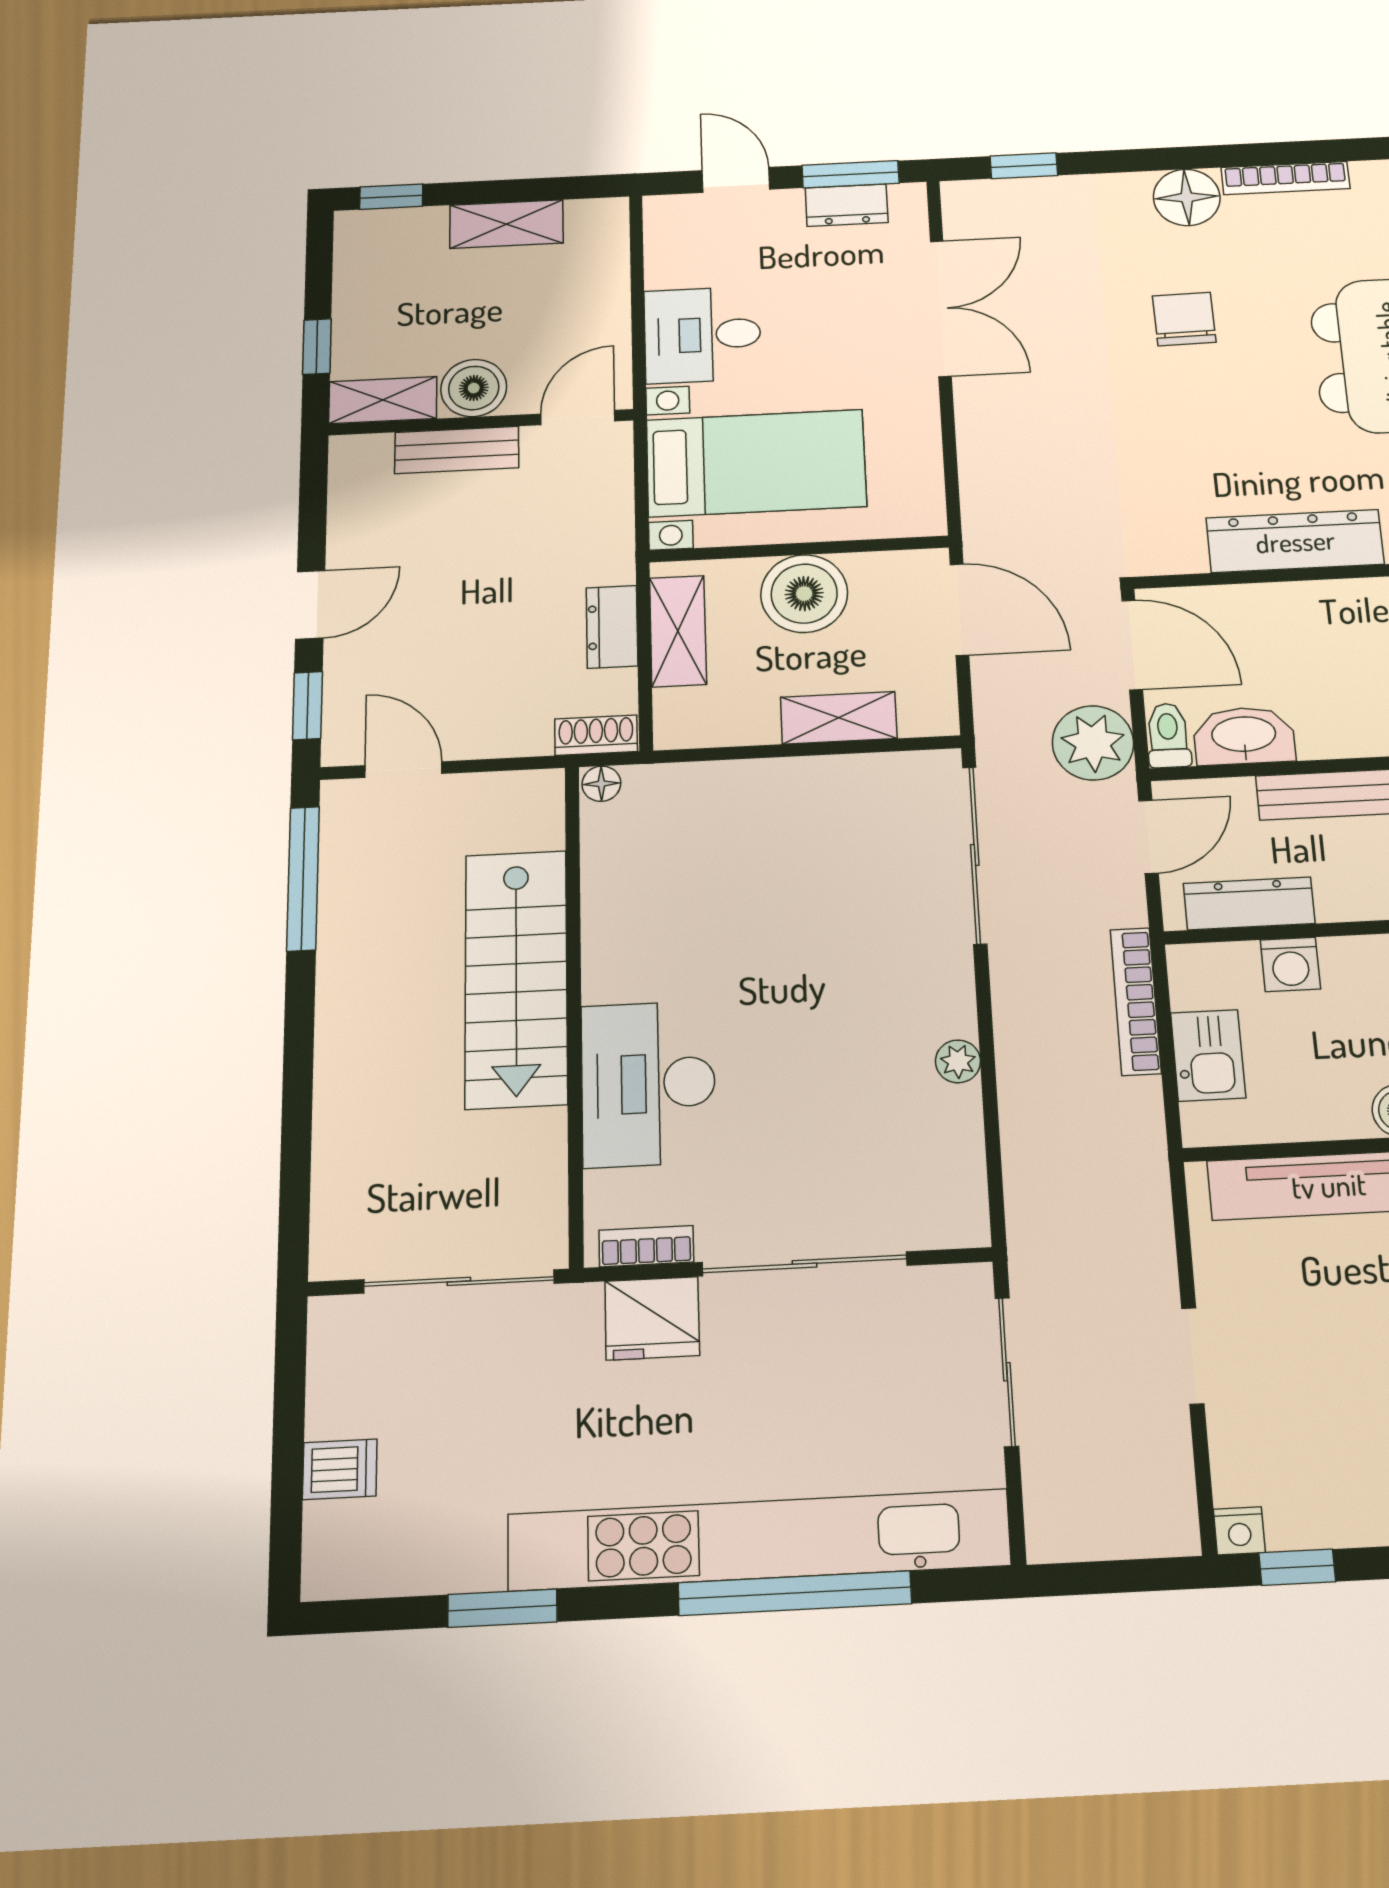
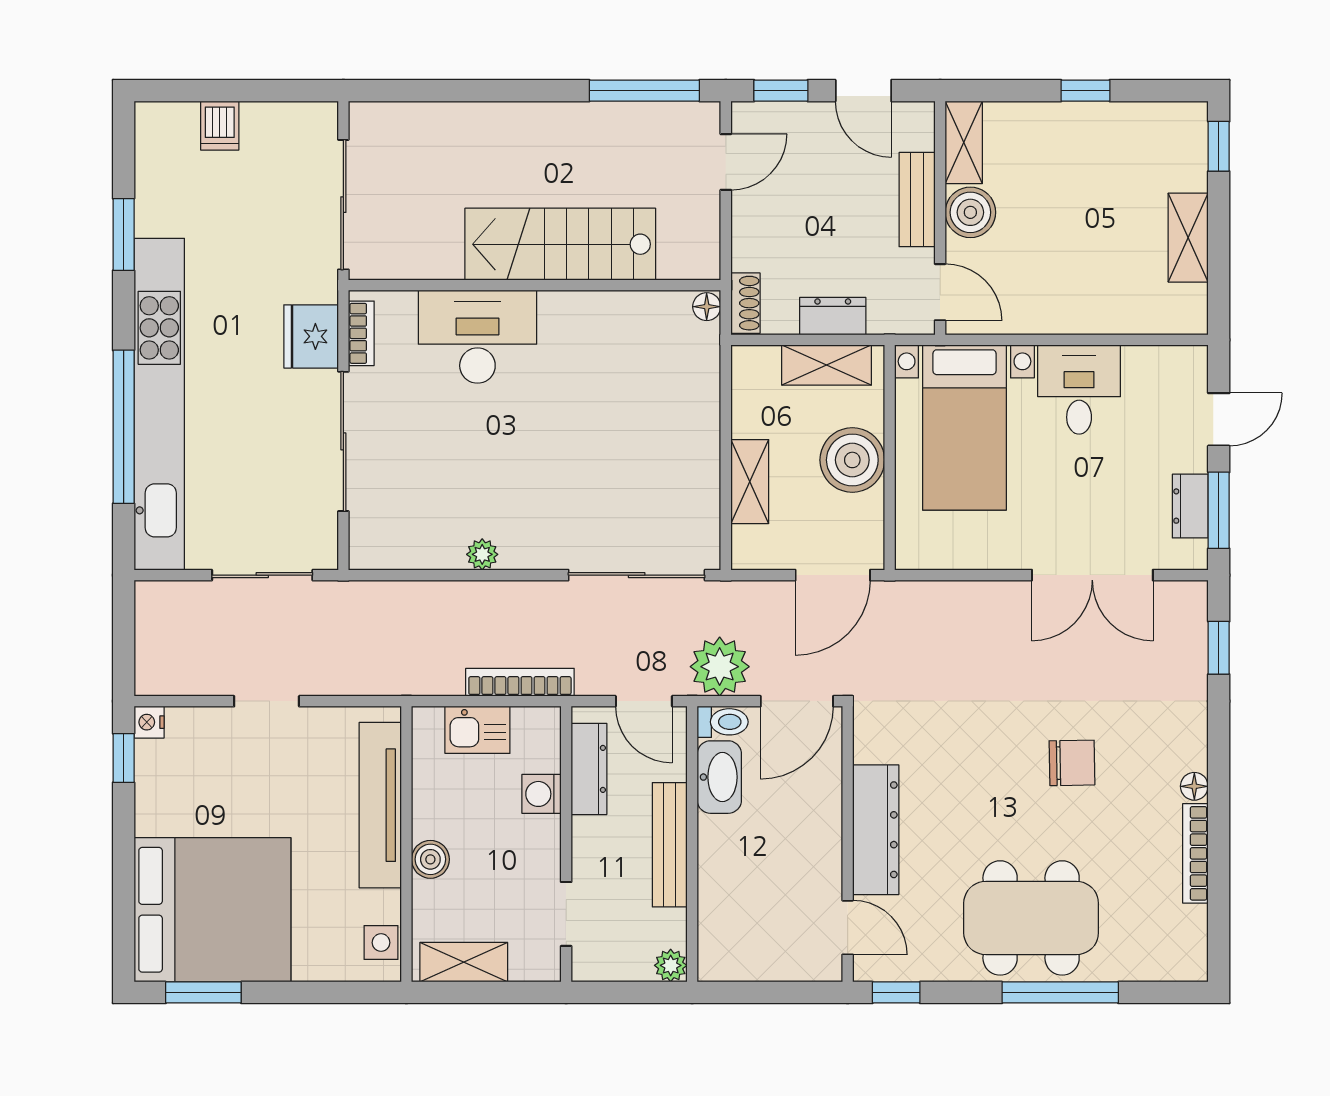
floor lamp: (1187, 197) -> (1194, 786), width x0.53, depth x0.53
boiler: (474, 388) -> (970, 212), moved
shelving: (383, 400) -> (964, 142), moved
door: (578, 417) -> (940, 292), moved
wall: (481, 422) -> (940, 218), moved
bench: (457, 450) -> (917, 200), moved

